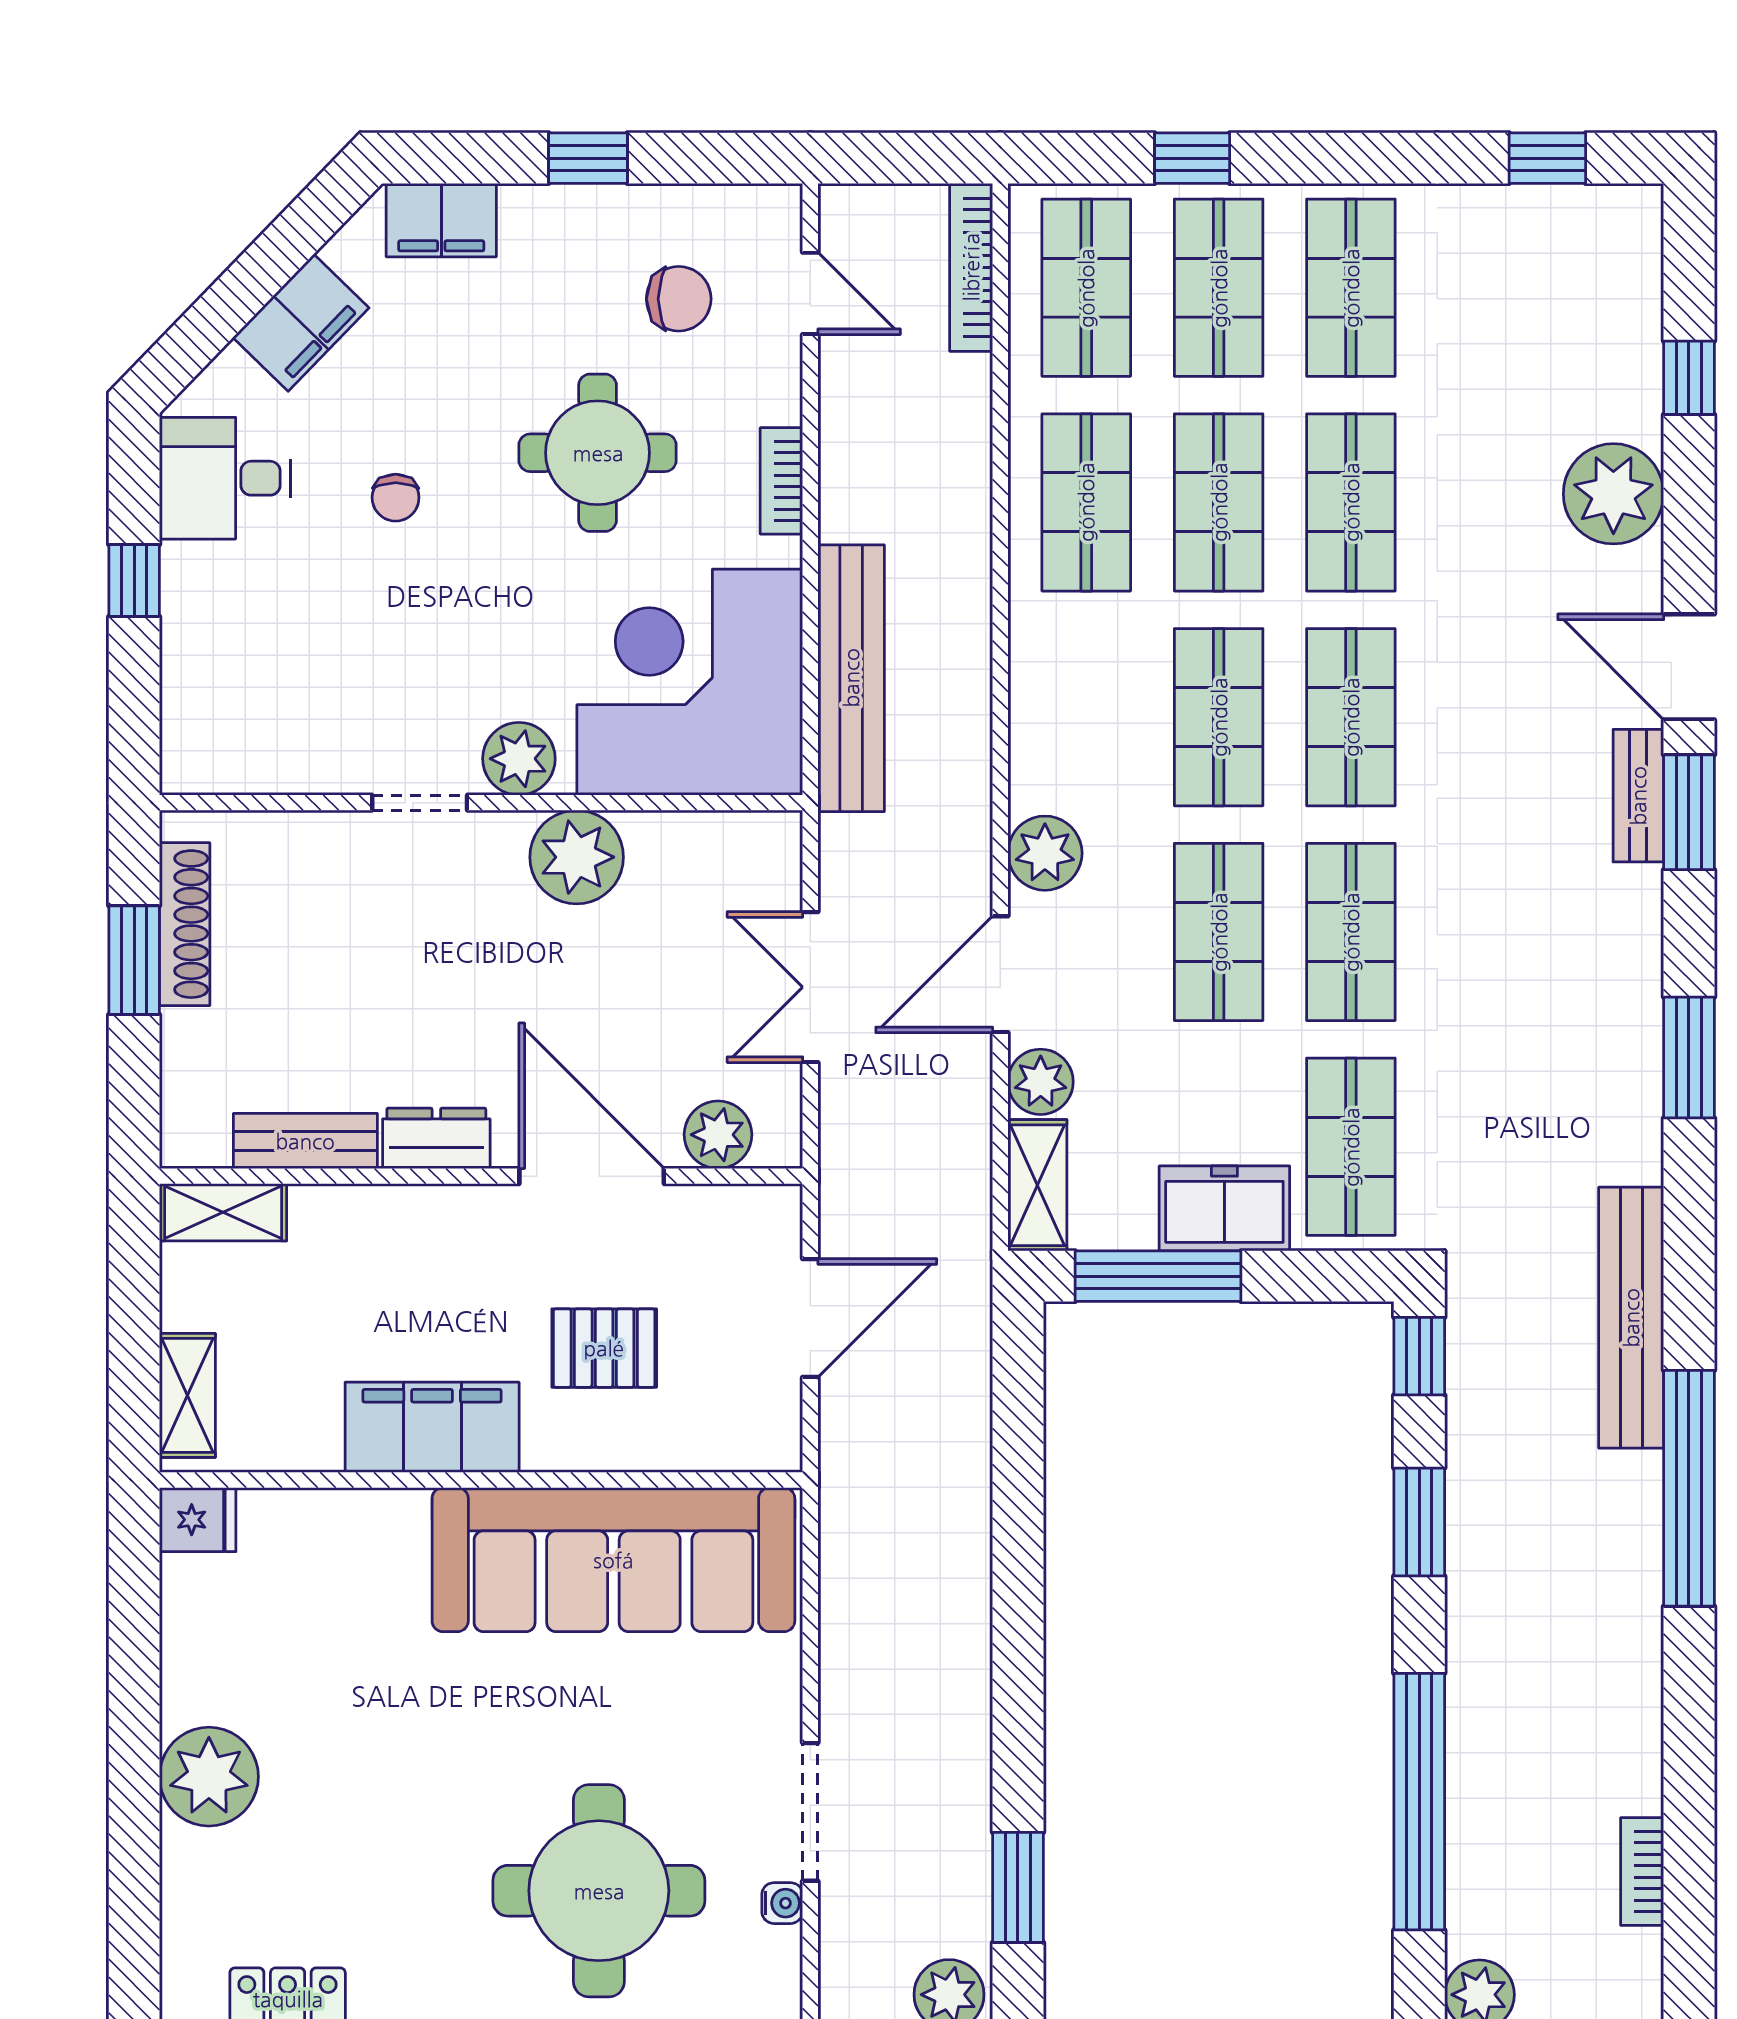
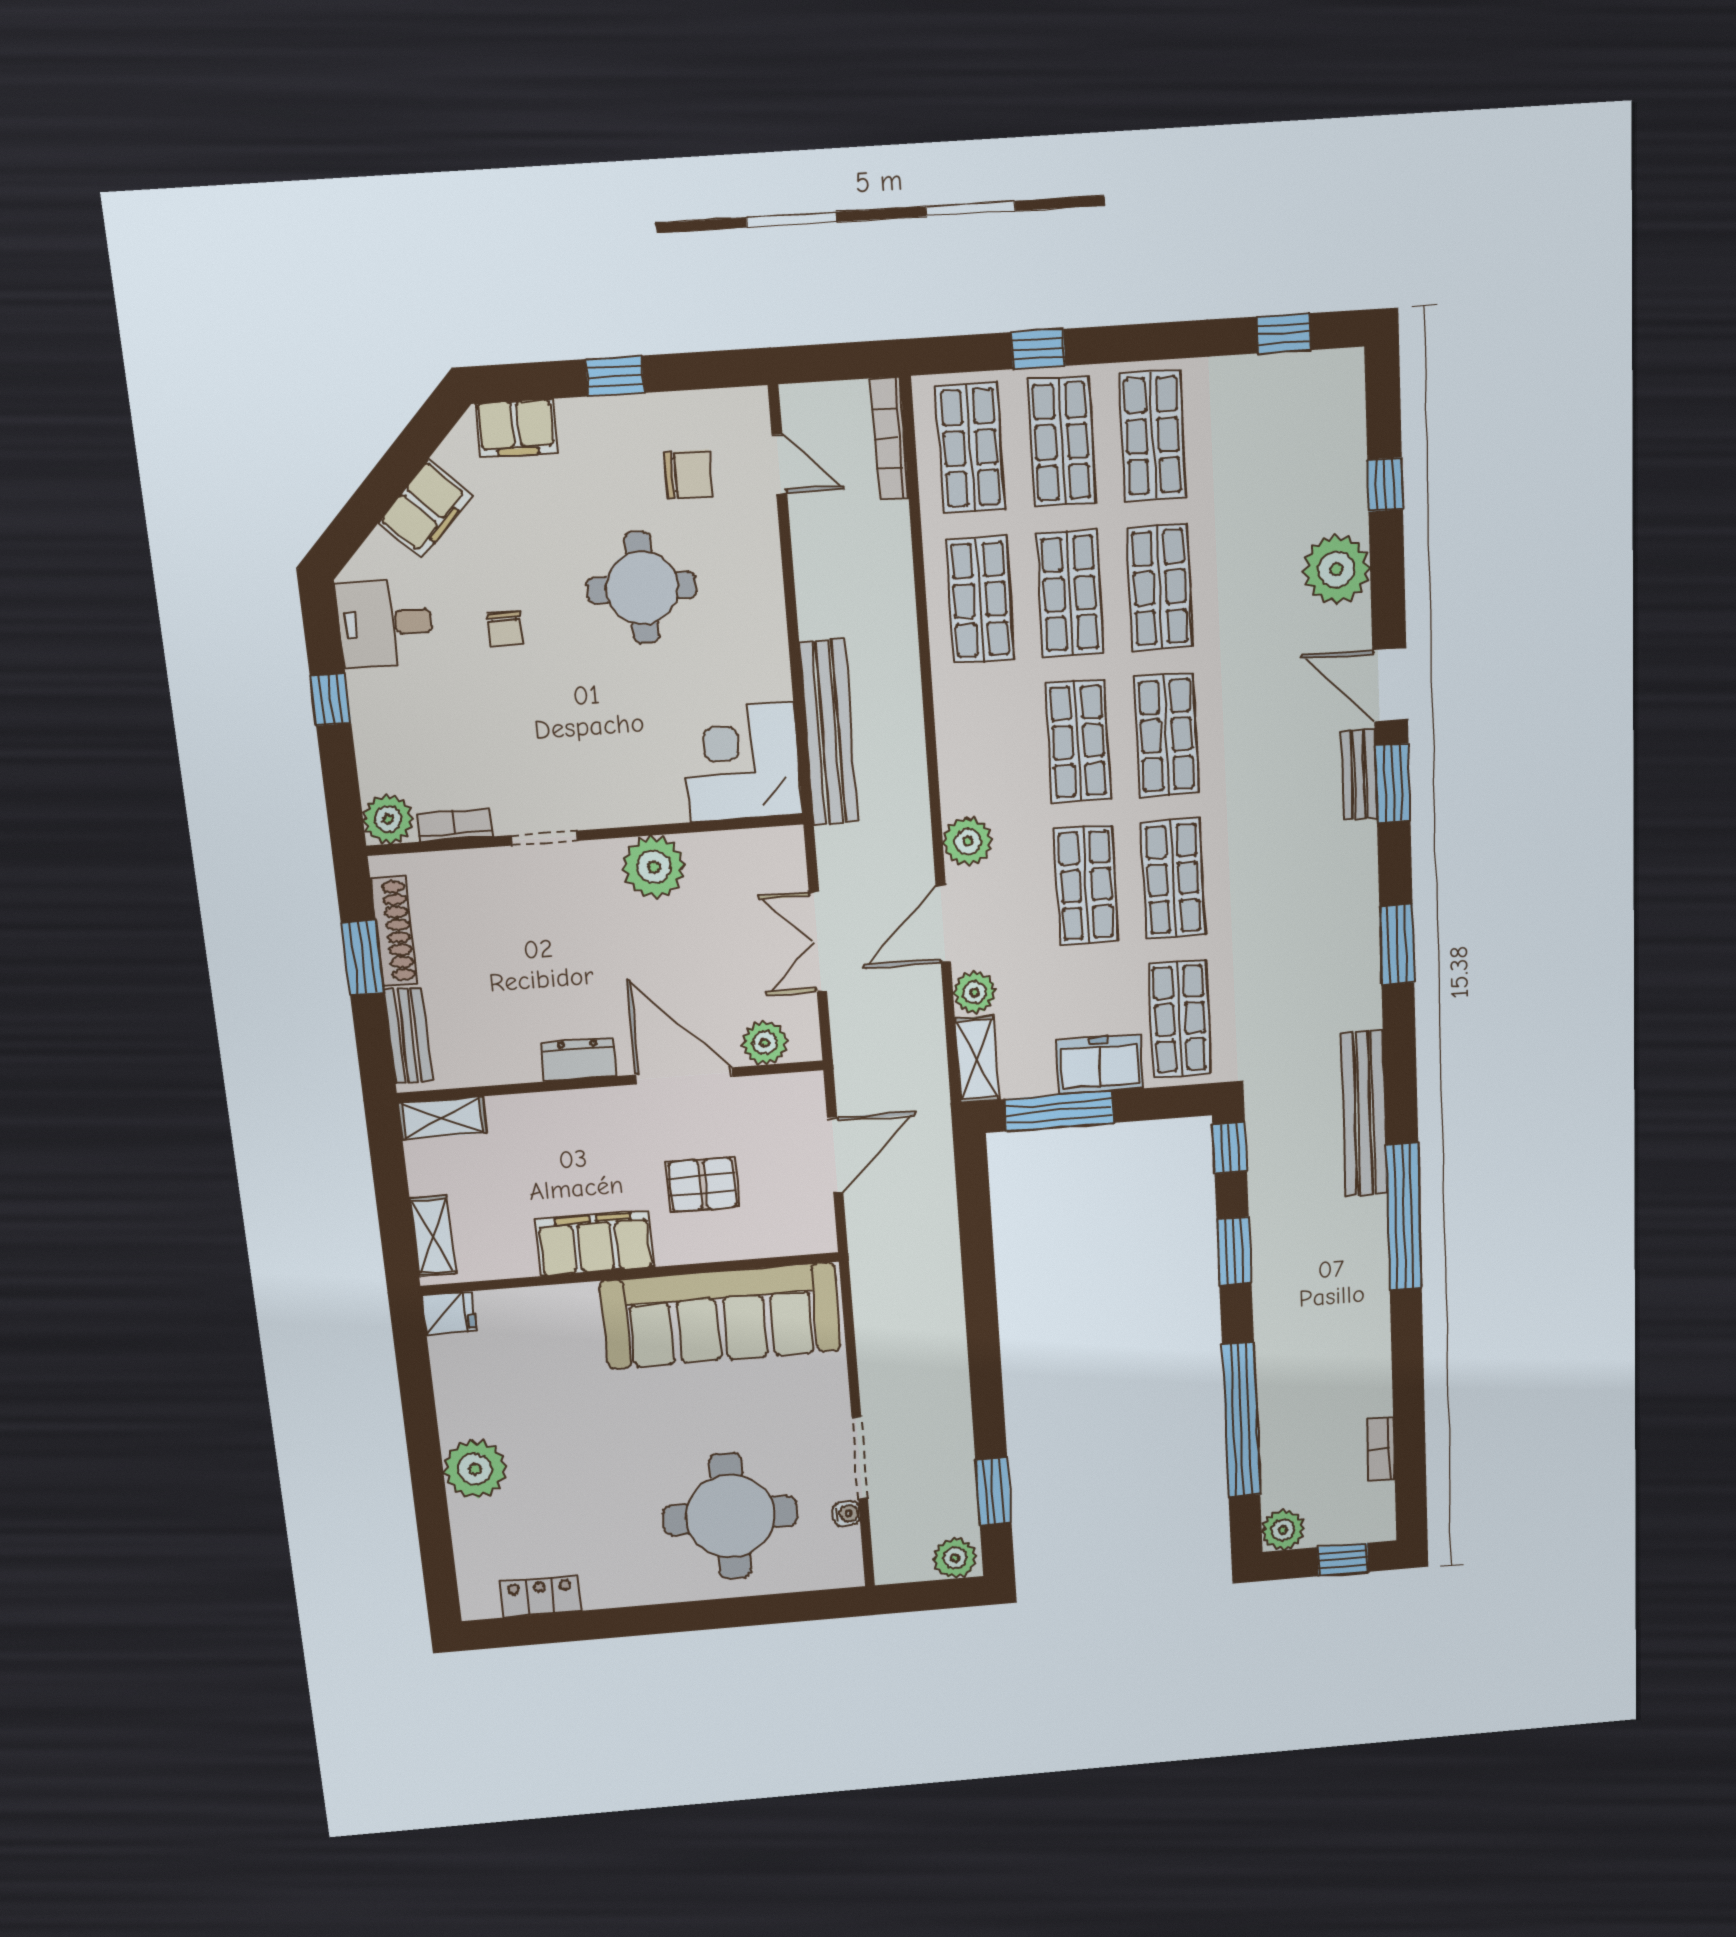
bookcase: (781, 481) -> (454, 825), moved, turned 90
corner desk: (690, 682) -> (742, 762), width x0.74, depth x0.74
plant: (519, 759) -> (388, 819), moved
bench: (305, 1141) -> (408, 1036), moved, turned 90

